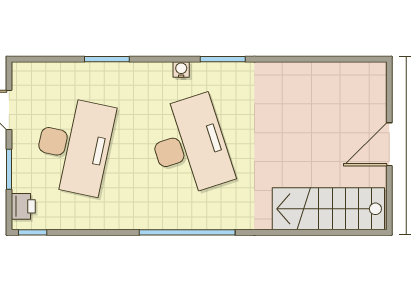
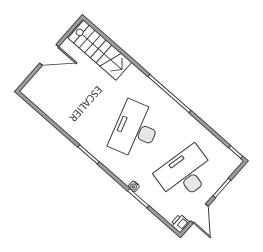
water cooler: (181, 69) -> (134, 186), moved
printer: (23, 206) -> (180, 223), moved

